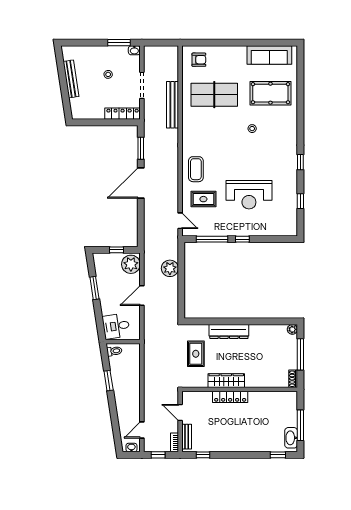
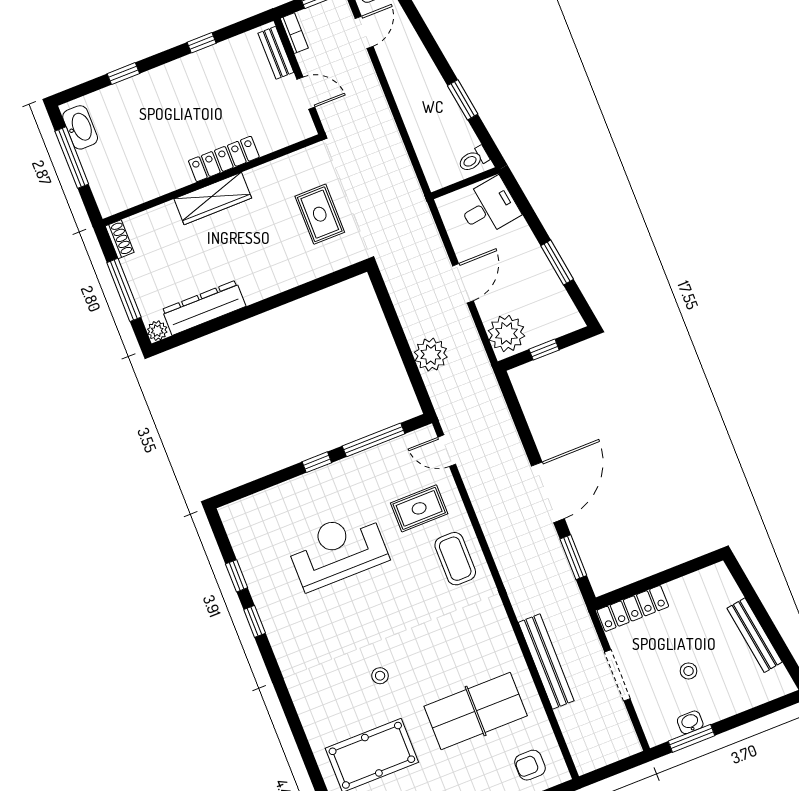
washbasin: (134, 50) -> (690, 722), moved
window: (300, 162) -> (255, 621), moved
dresser: (229, 331) -> (204, 308), moved
wardrobe: (226, 381) -> (213, 198), moved
window: (203, 455) -> (202, 43), moved
window: (278, 455) -> (123, 74), moved

